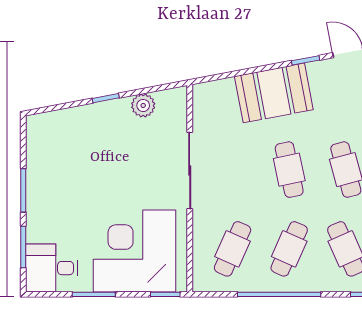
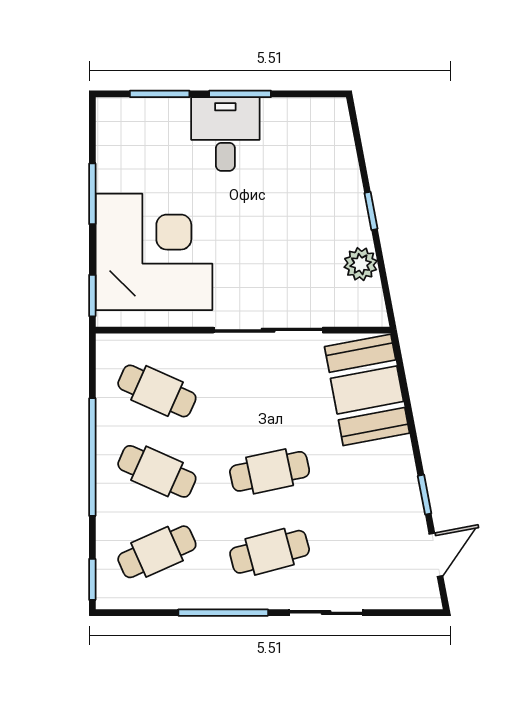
booth: (274, 93) -> (367, 390), moved
desk: (52, 268) -> (225, 134), moved

